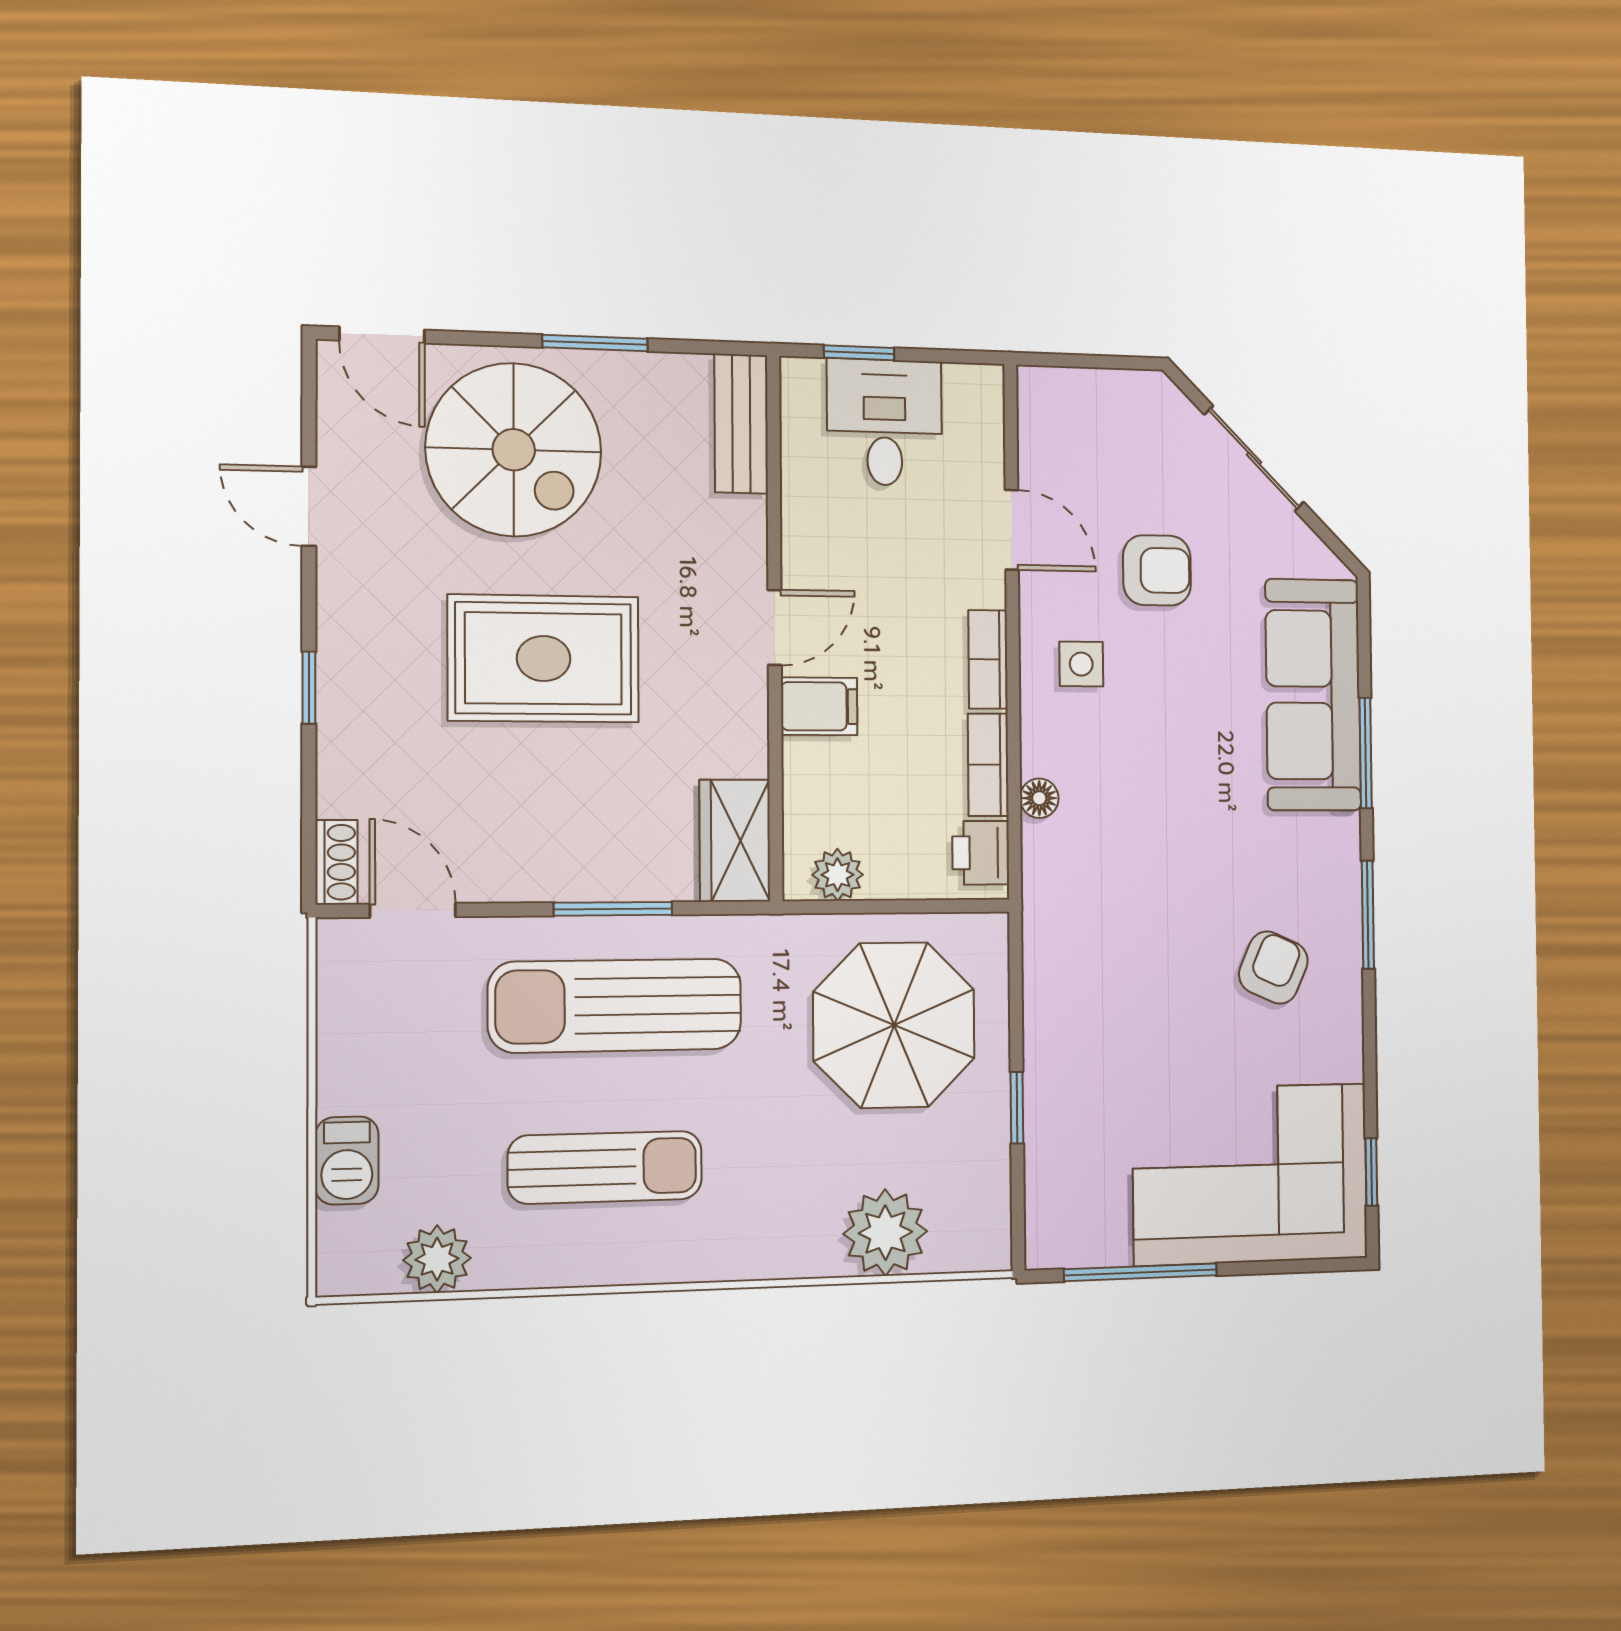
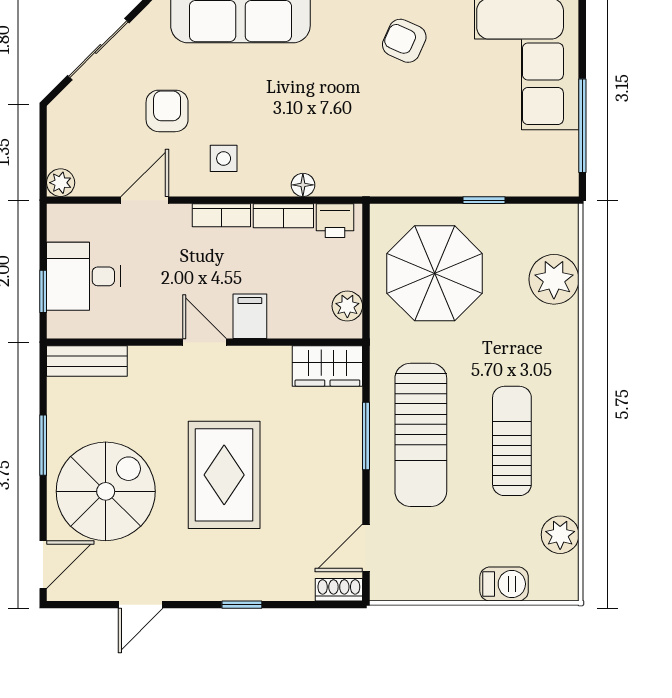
plant: (1039, 389) -> (61, 183), added

